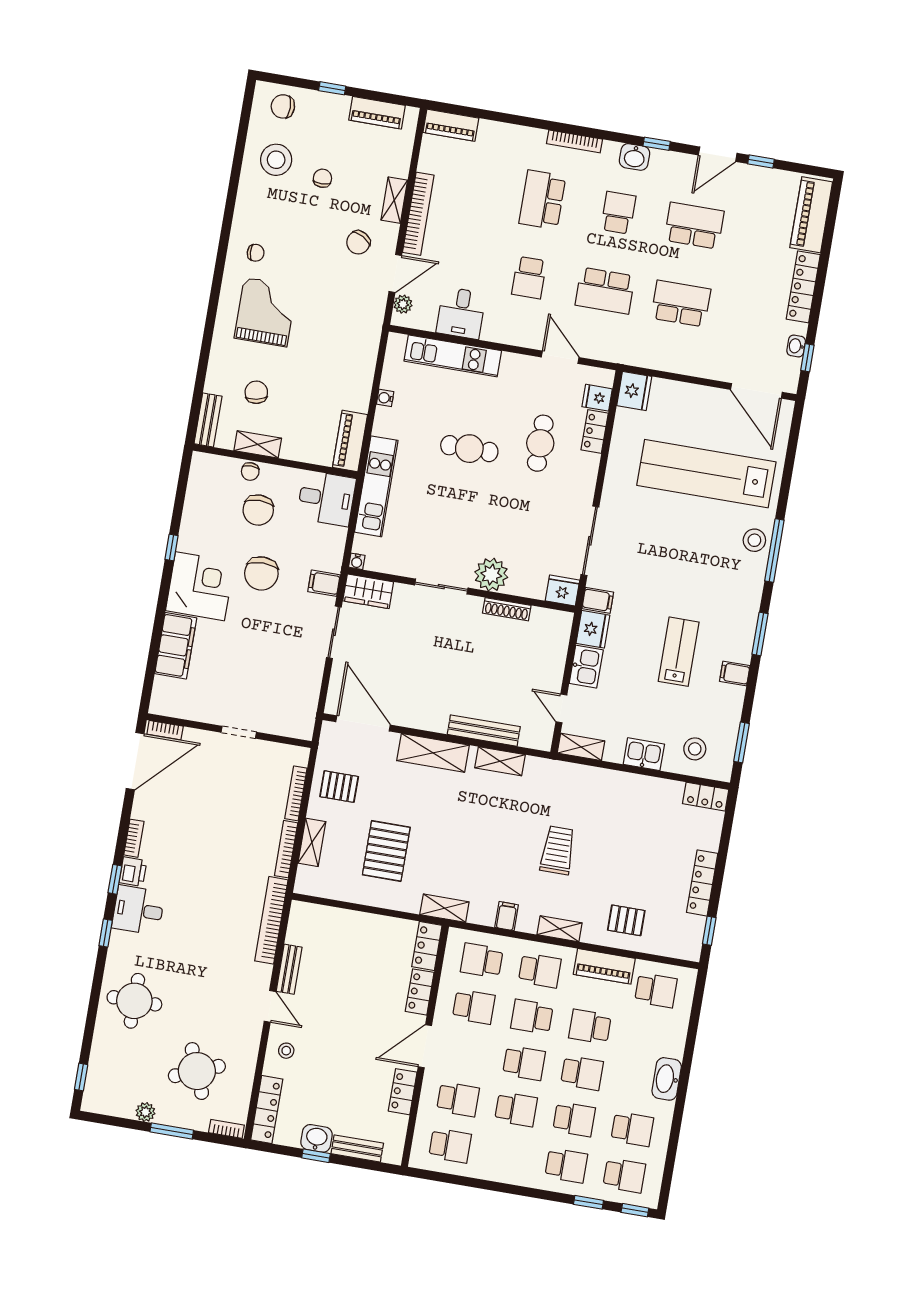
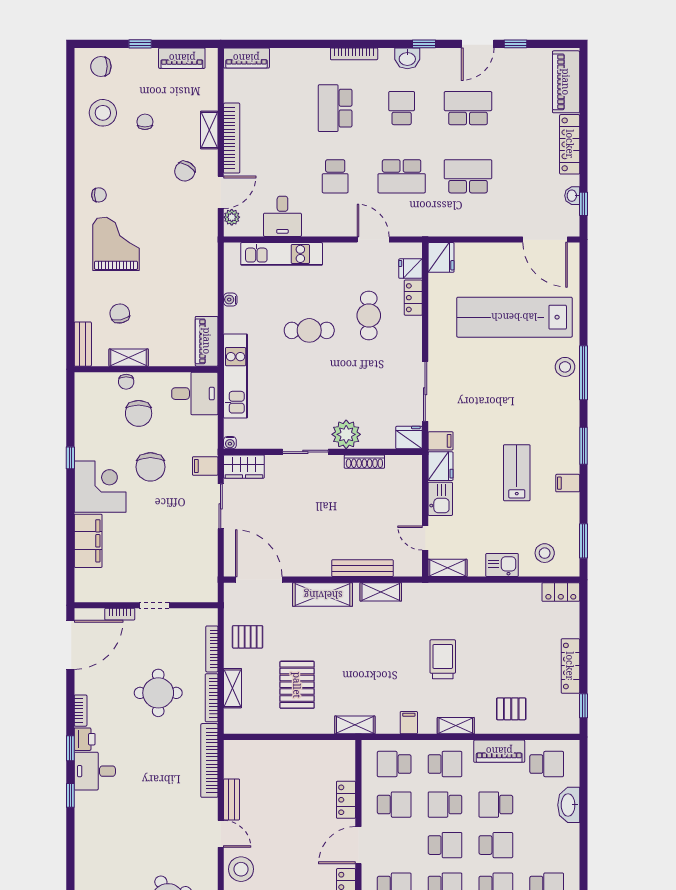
bookcase: (165, 730) -> (120, 614), moved
locker: (427, 946) -> (345, 760), removed
round table: (134, 1001) -> (158, 693), moved
stool: (286, 1051) -> (241, 869), width x1.89, depth x1.89
washbasin: (667, 1079) -> (569, 805), moved

